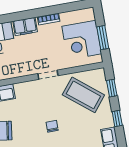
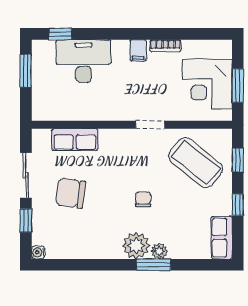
filing cabinet: (25, 27) -> (138, 50), width x0.50

